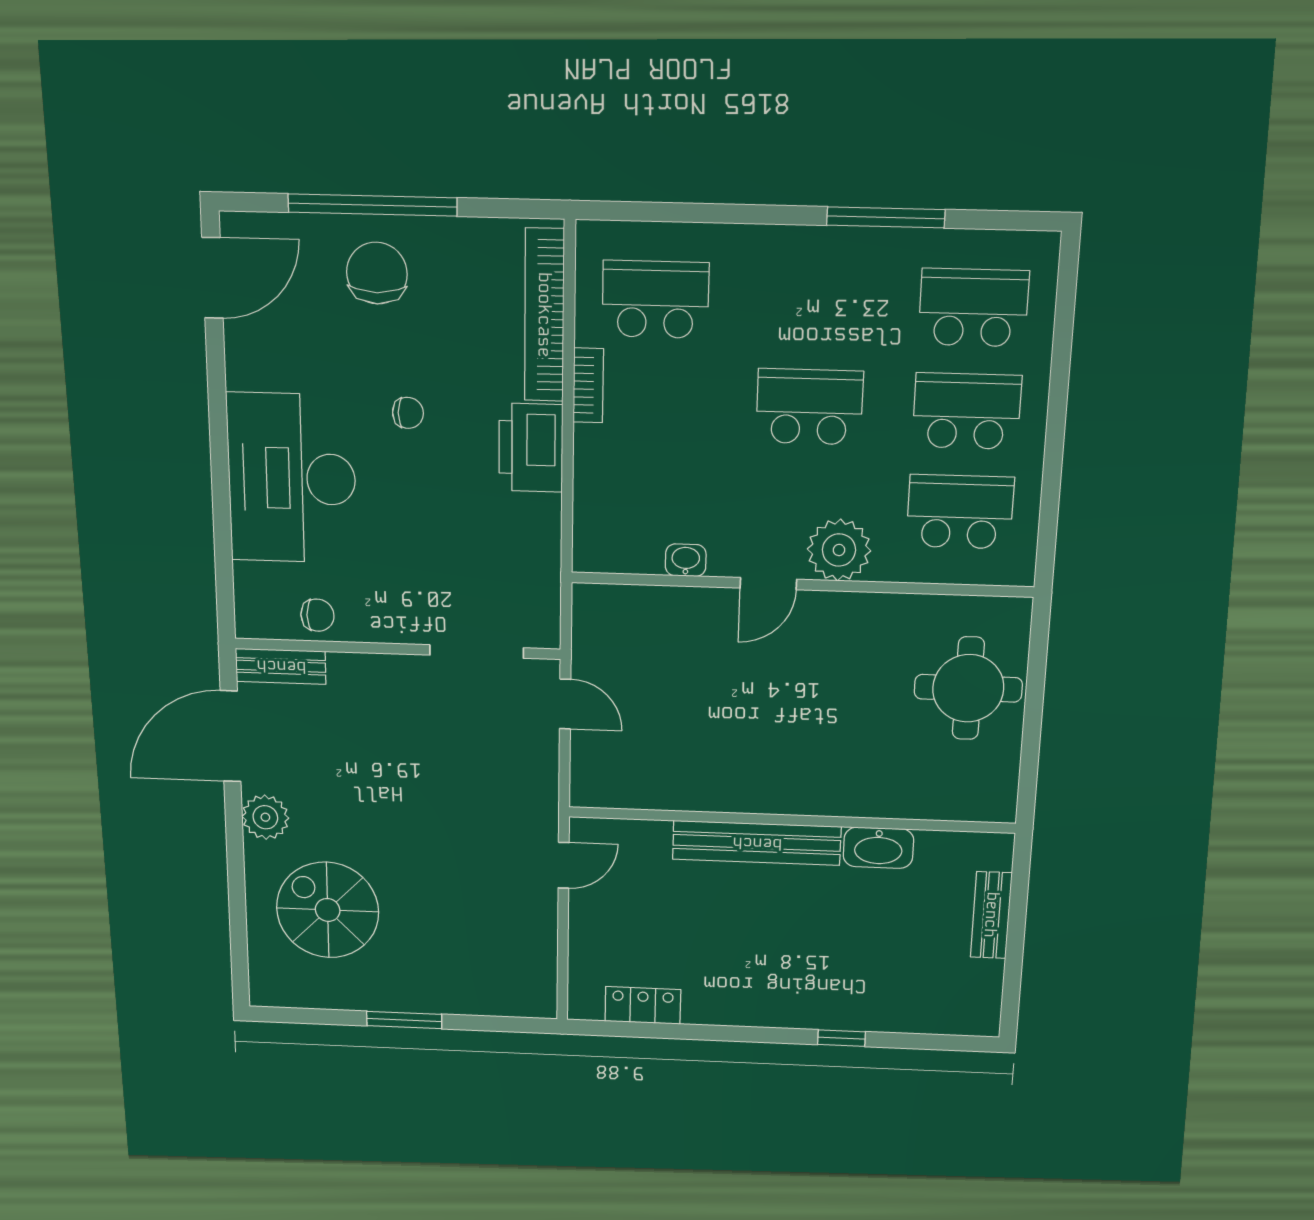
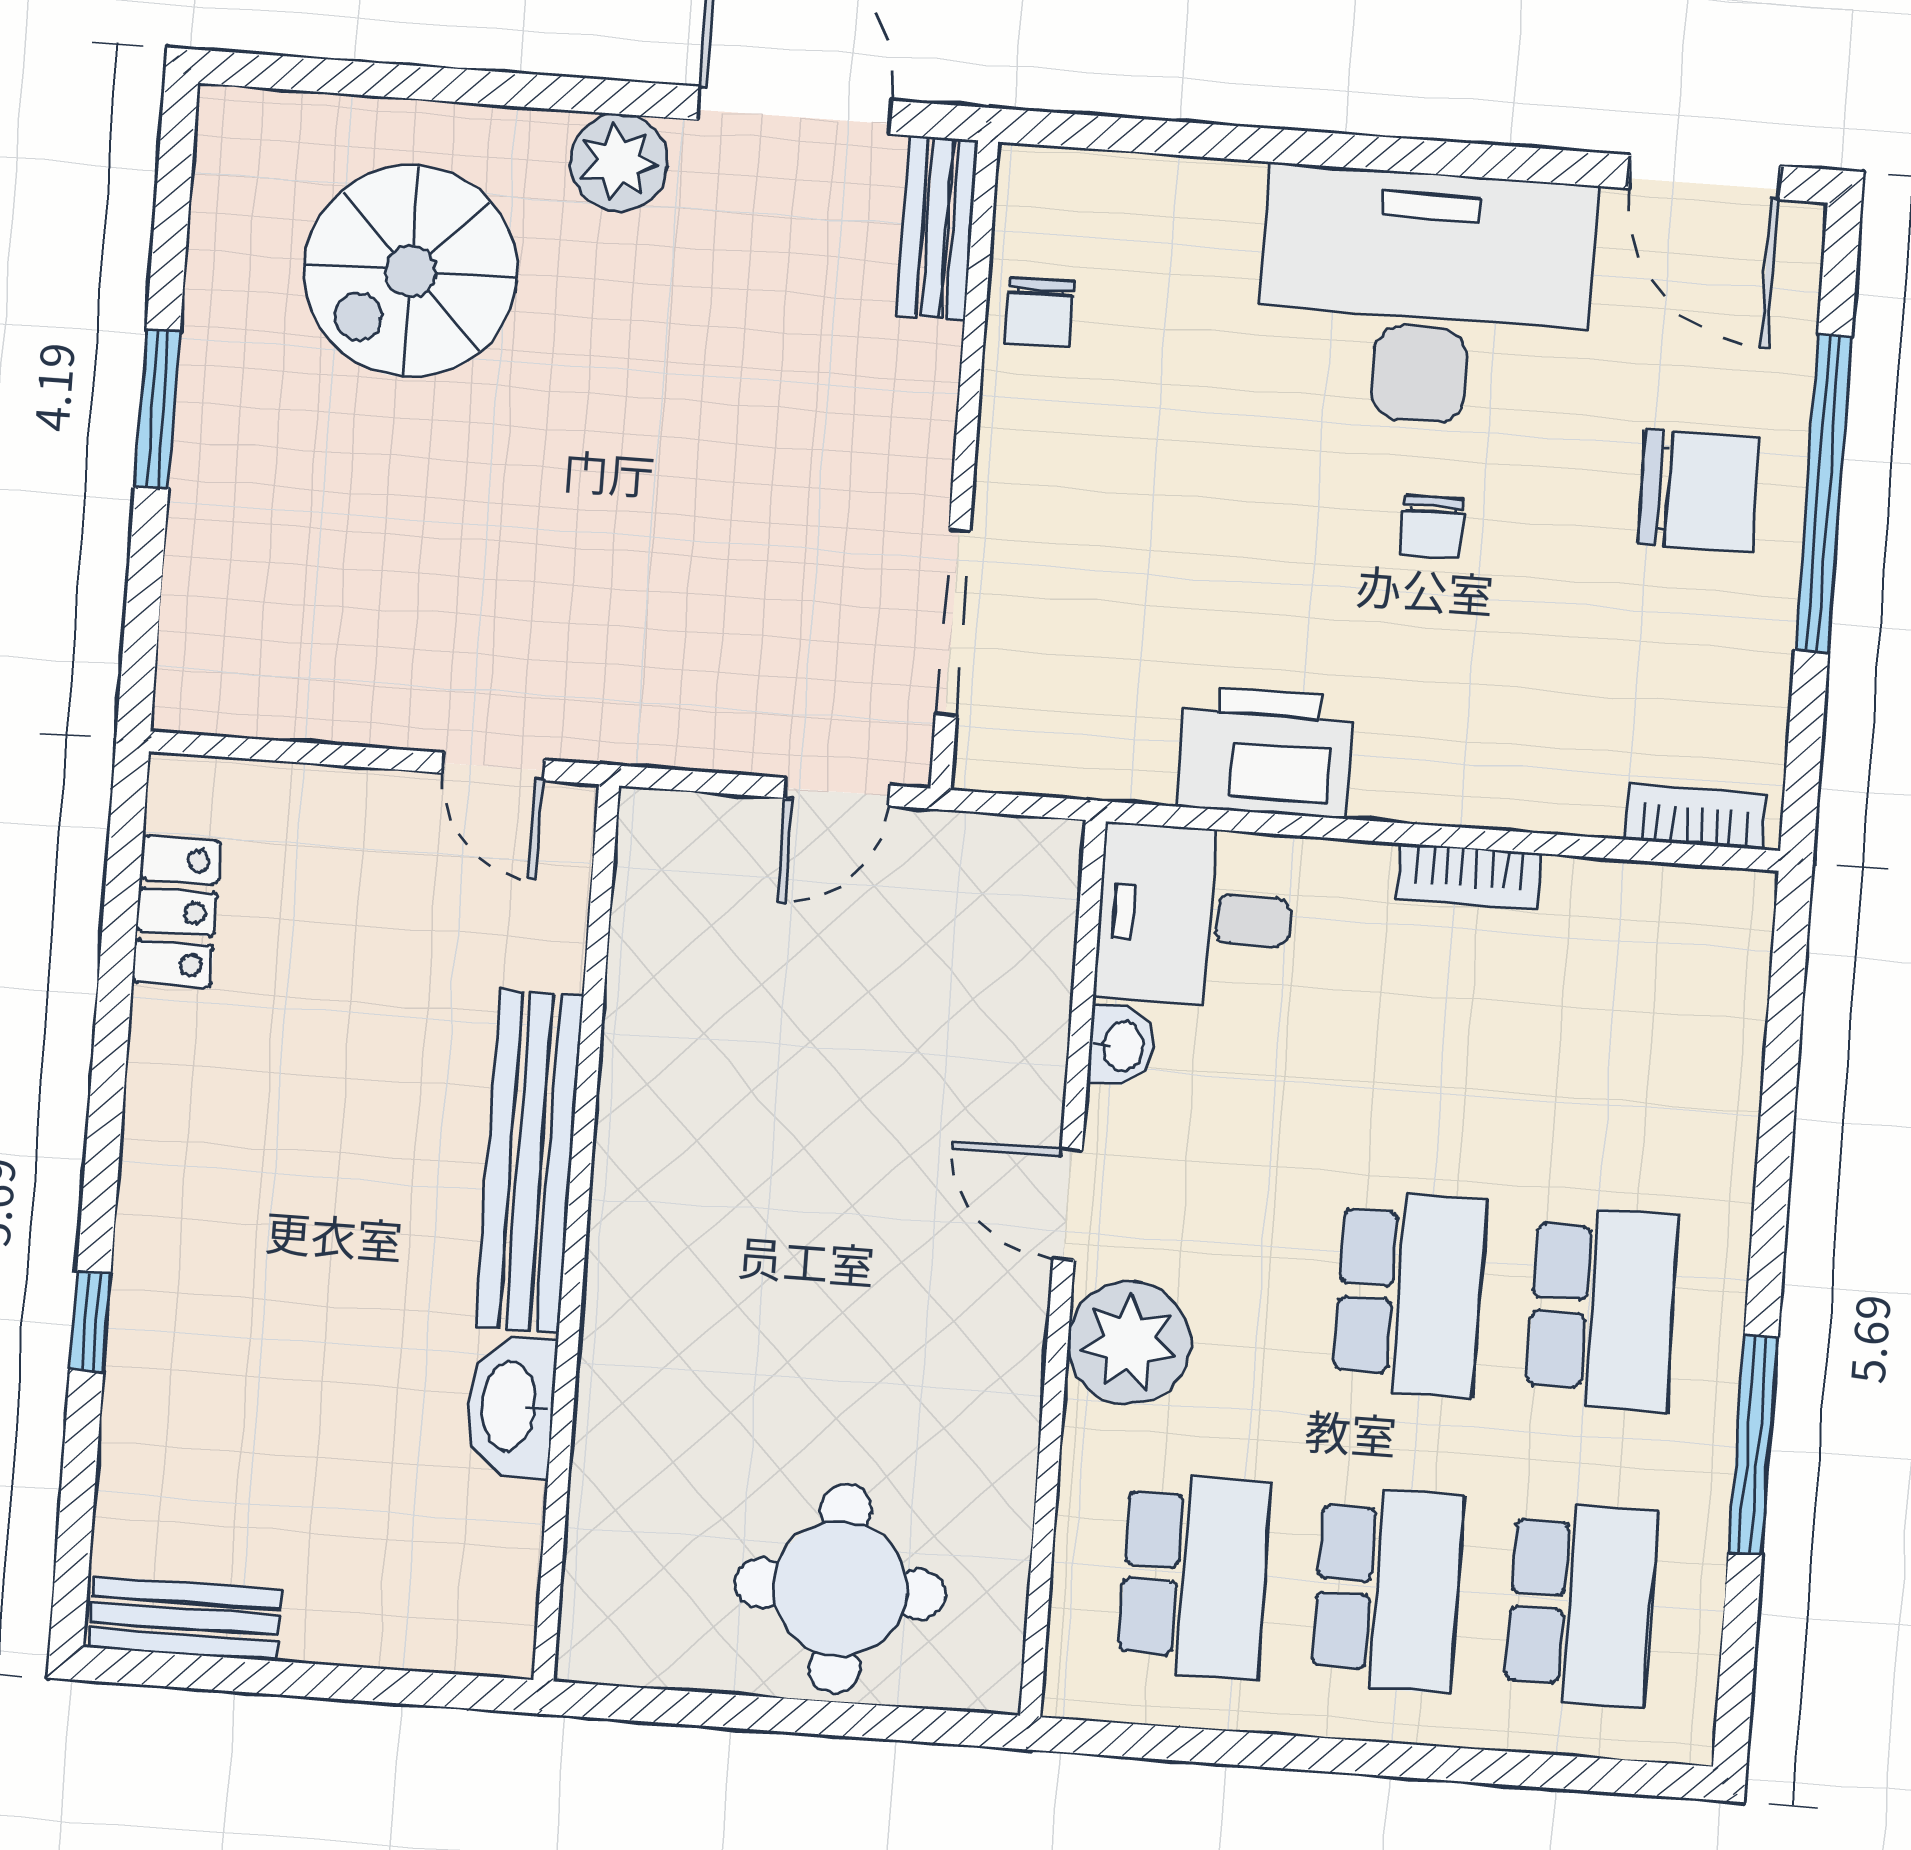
school desk: (655, 299) -> (1603, 1308), moved
bookcase: (544, 315) -> (1695, 817), width x0.43, depth x0.76
printer: (531, 448) -> (1266, 752), moved
desk: (292, 478) -> (1425, 297), moved
desk: (617, 526) -> (1194, 916), added
spiral stairs: (328, 910) -> (411, 271), turned 180
bench: (991, 915) -> (185, 1619), moved

